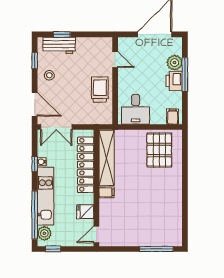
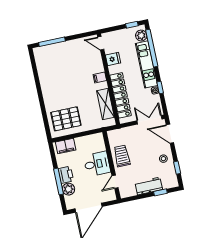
workbench: (59, 45) -> (149, 186), moved
door: (115, 60) -> (115, 182), hinge flipped
trolley: (100, 90) -> (122, 156), turned 180
desk: (136, 109) -> (97, 164), moved, turned 90
filing cabinet: (173, 117) -> (66, 146), width x2.00
pallet: (159, 150) -> (66, 119), turned 90
shelving: (107, 158) -> (105, 104), width x0.68
door: (96, 234) -> (101, 43), swing flipped

